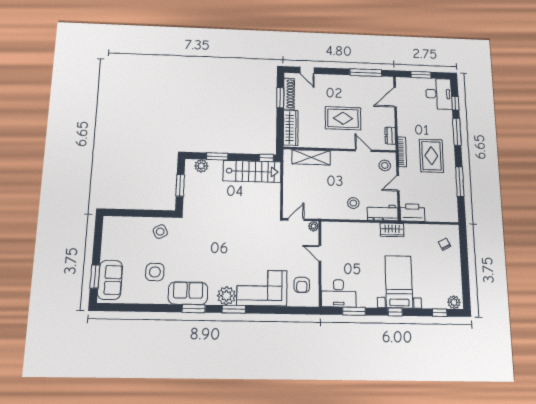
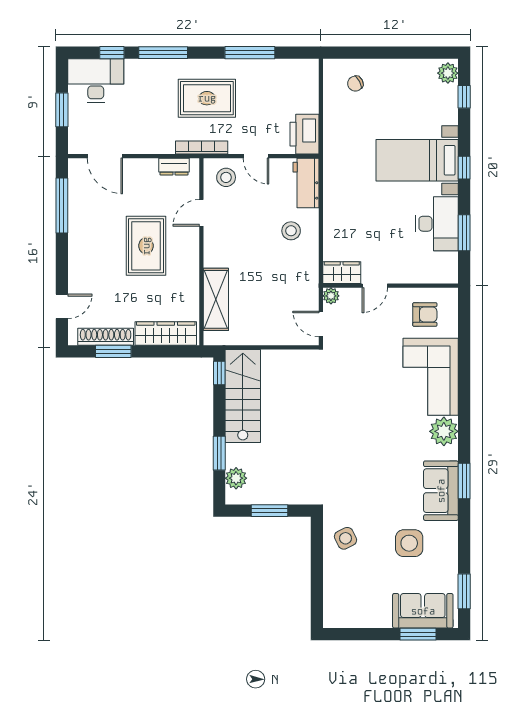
wardrobe: (392, 230) -> (342, 273), moved, turned -90
desk: (339, 293) -> (437, 224), moved
window: (234, 309) -> (464, 591), moved

